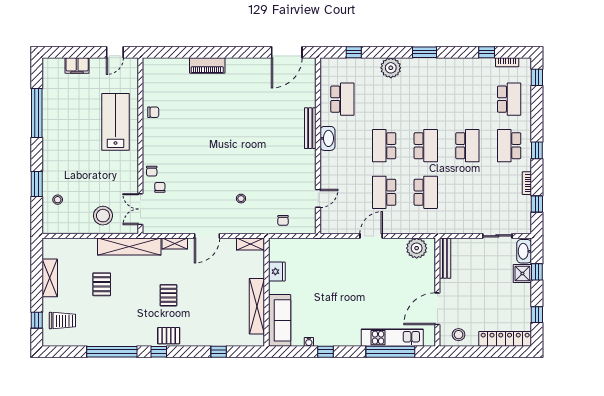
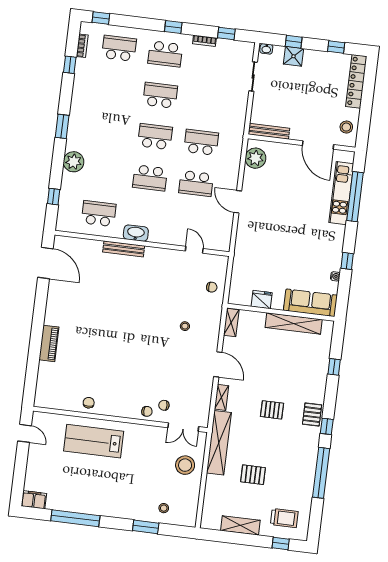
filing cabinet: (77, 66) -> (34, 500), moved, turned -90
washbasin: (524, 251) -> (266, 49), width x0.52, depth x0.69
trolley: (62, 321) -> (284, 518), turned 90

